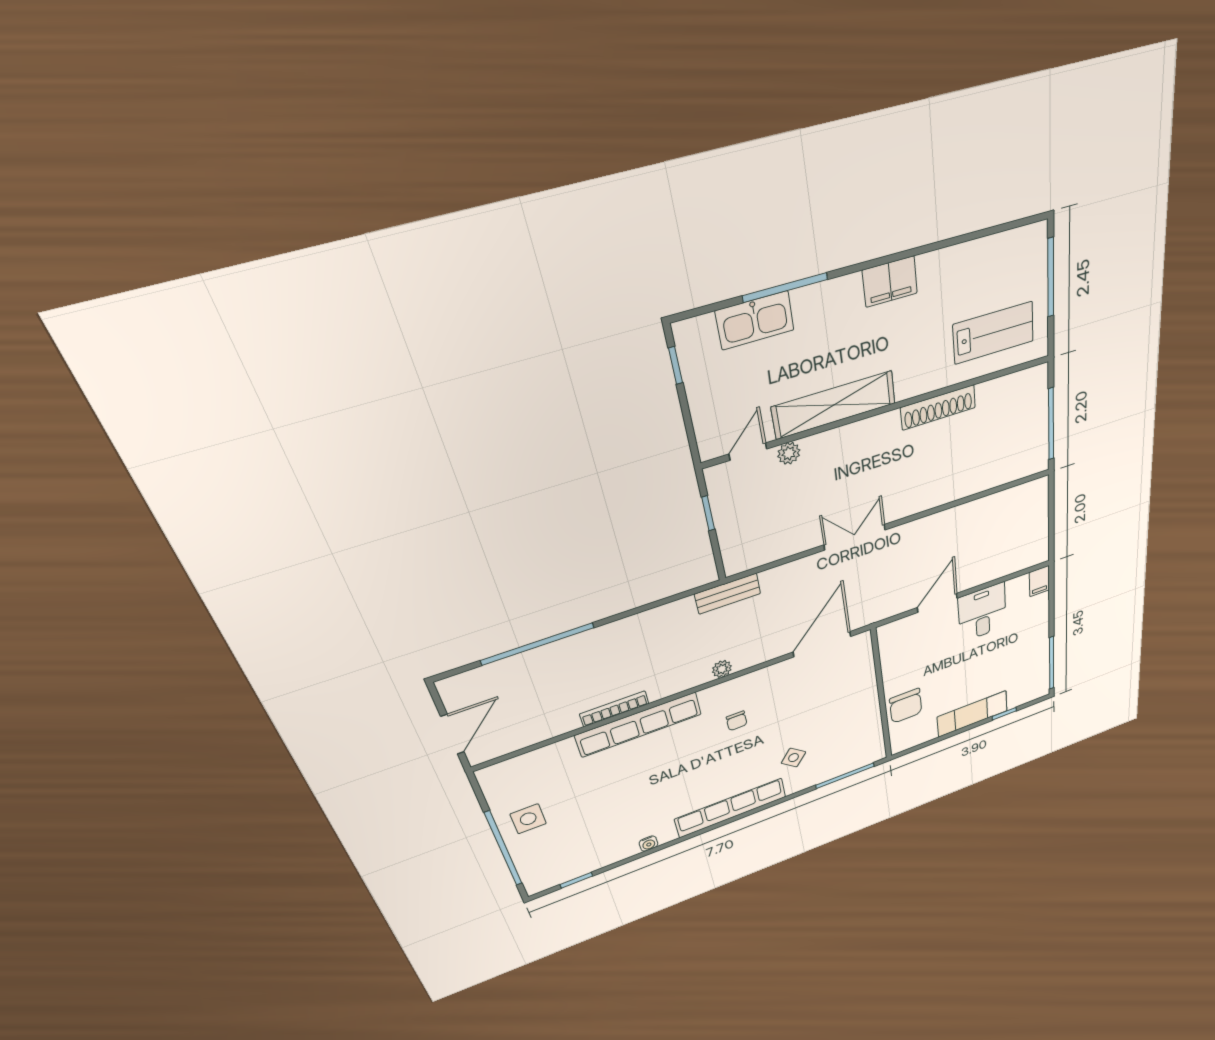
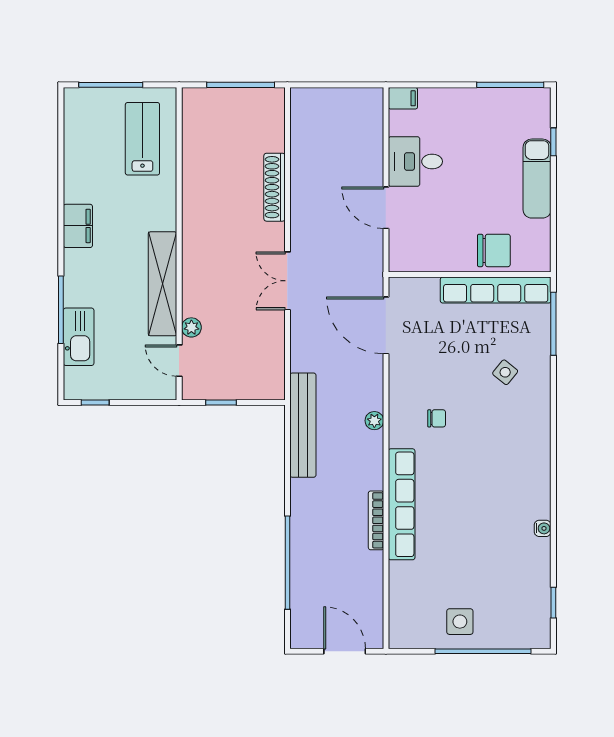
shoe rack: (938, 407) -> (275, 187), moved, turned 180
bench: (728, 594) -> (303, 425), width x1.86, depth x1.21
row of seats: (731, 808) -> (496, 290), moved, turned -90

